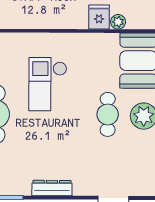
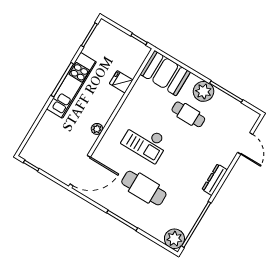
plant: (118, 22) -> (97, 129), moved

